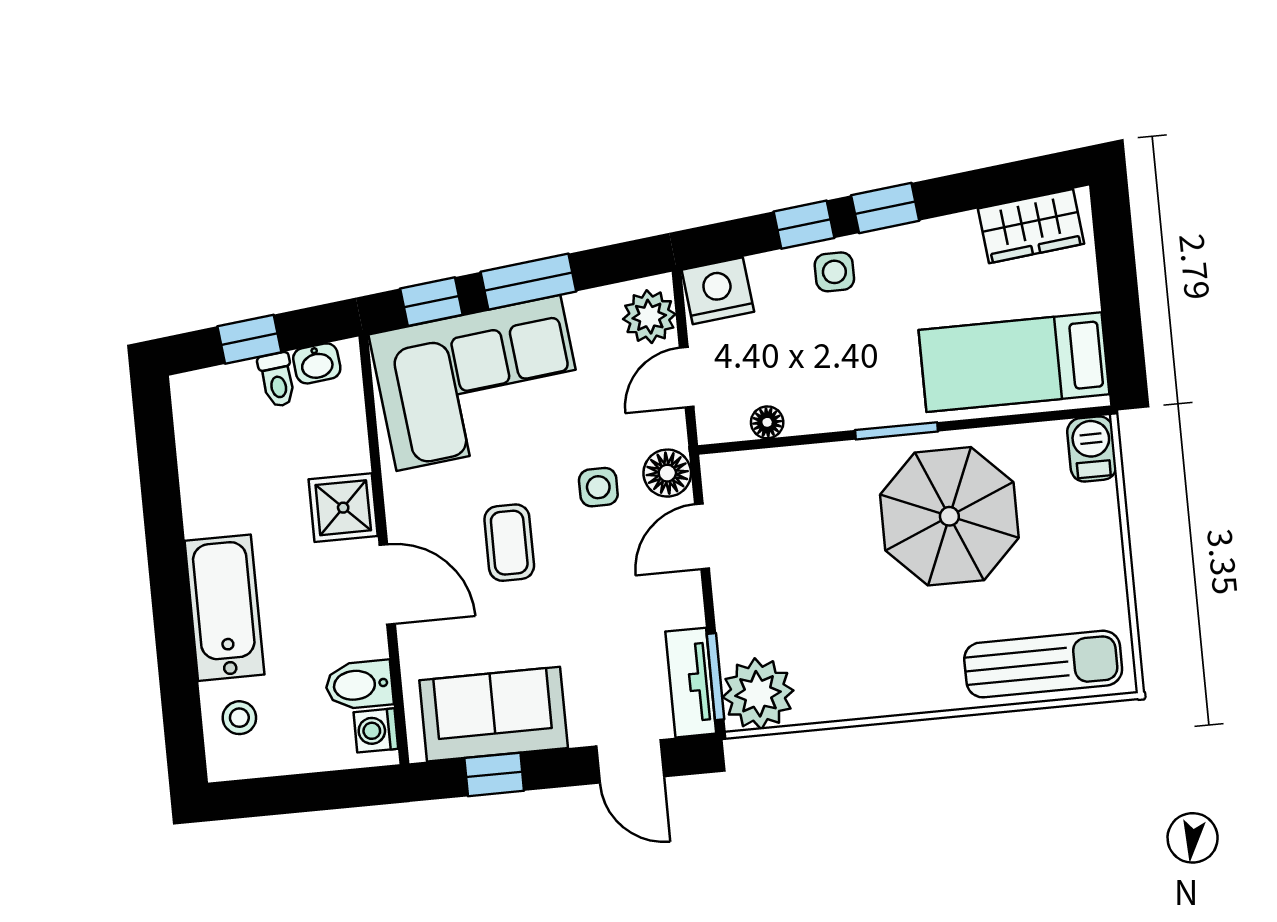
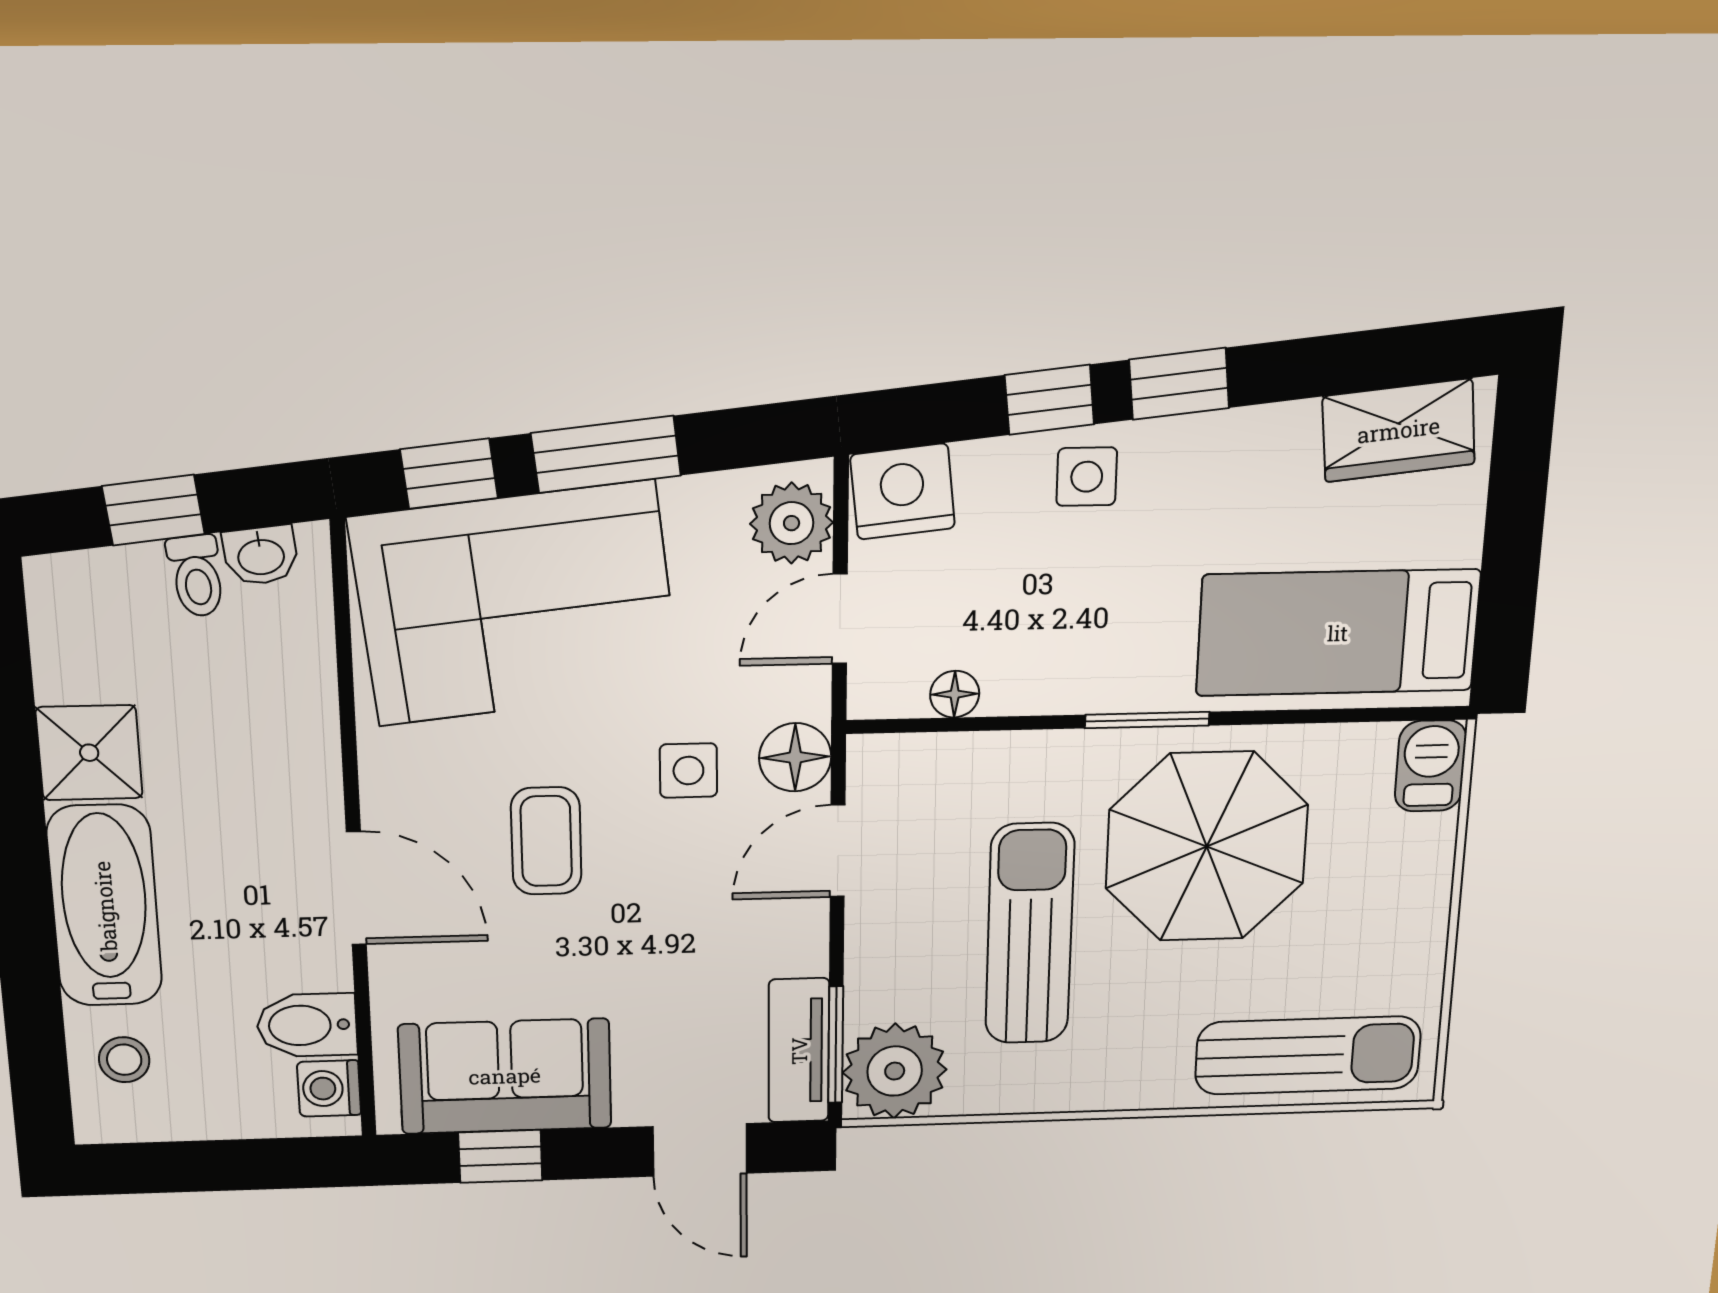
shower: (343, 508) -> (89, 753), moved
sun lounger: (838, 587) -> (1030, 934), added

